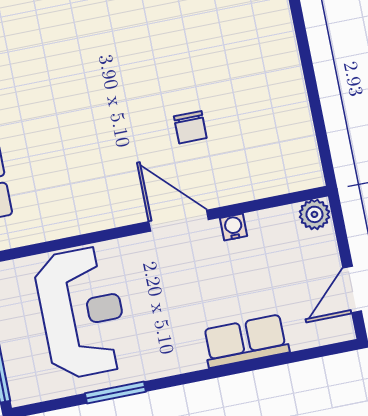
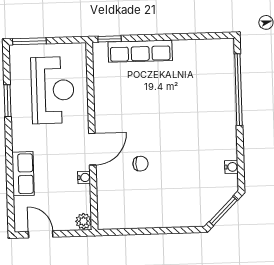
chair: (190, 127) -> (140, 164), turned 180
reception desk: (82, 313) -> (53, 90), turned -90

